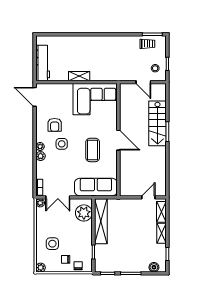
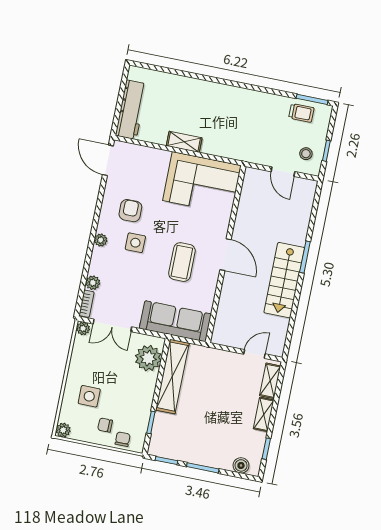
stairs: (158, 123) -> (284, 280), moved
armchair: (55, 125) -> (130, 211), turned 180
plant: (41, 156) -> (93, 283), moved

